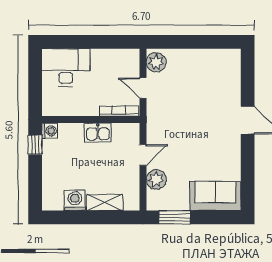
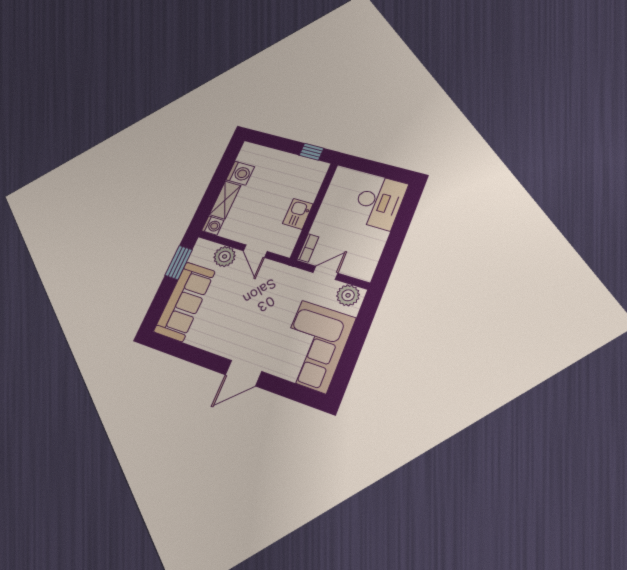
corner sofa: (207, 73) -> (314, 346), added
bookcase: (119, 111) -> (308, 248), width x0.64
washing machine: (50, 131) -> (213, 226), moved, turned -90
sofa: (216, 196) -> (185, 301), width x1.36

